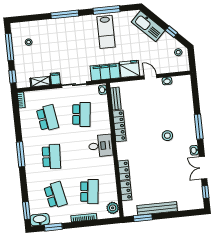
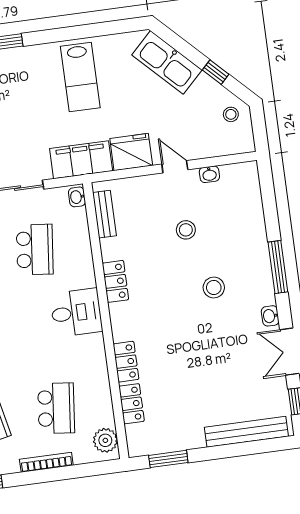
window: (107, 10) -> (80, 32), removed
stool: (155, 107) -> (186, 230), added
locker: (119, 126) -> (115, 281), width x0.66
bench: (157, 208) -> (246, 432), moved

